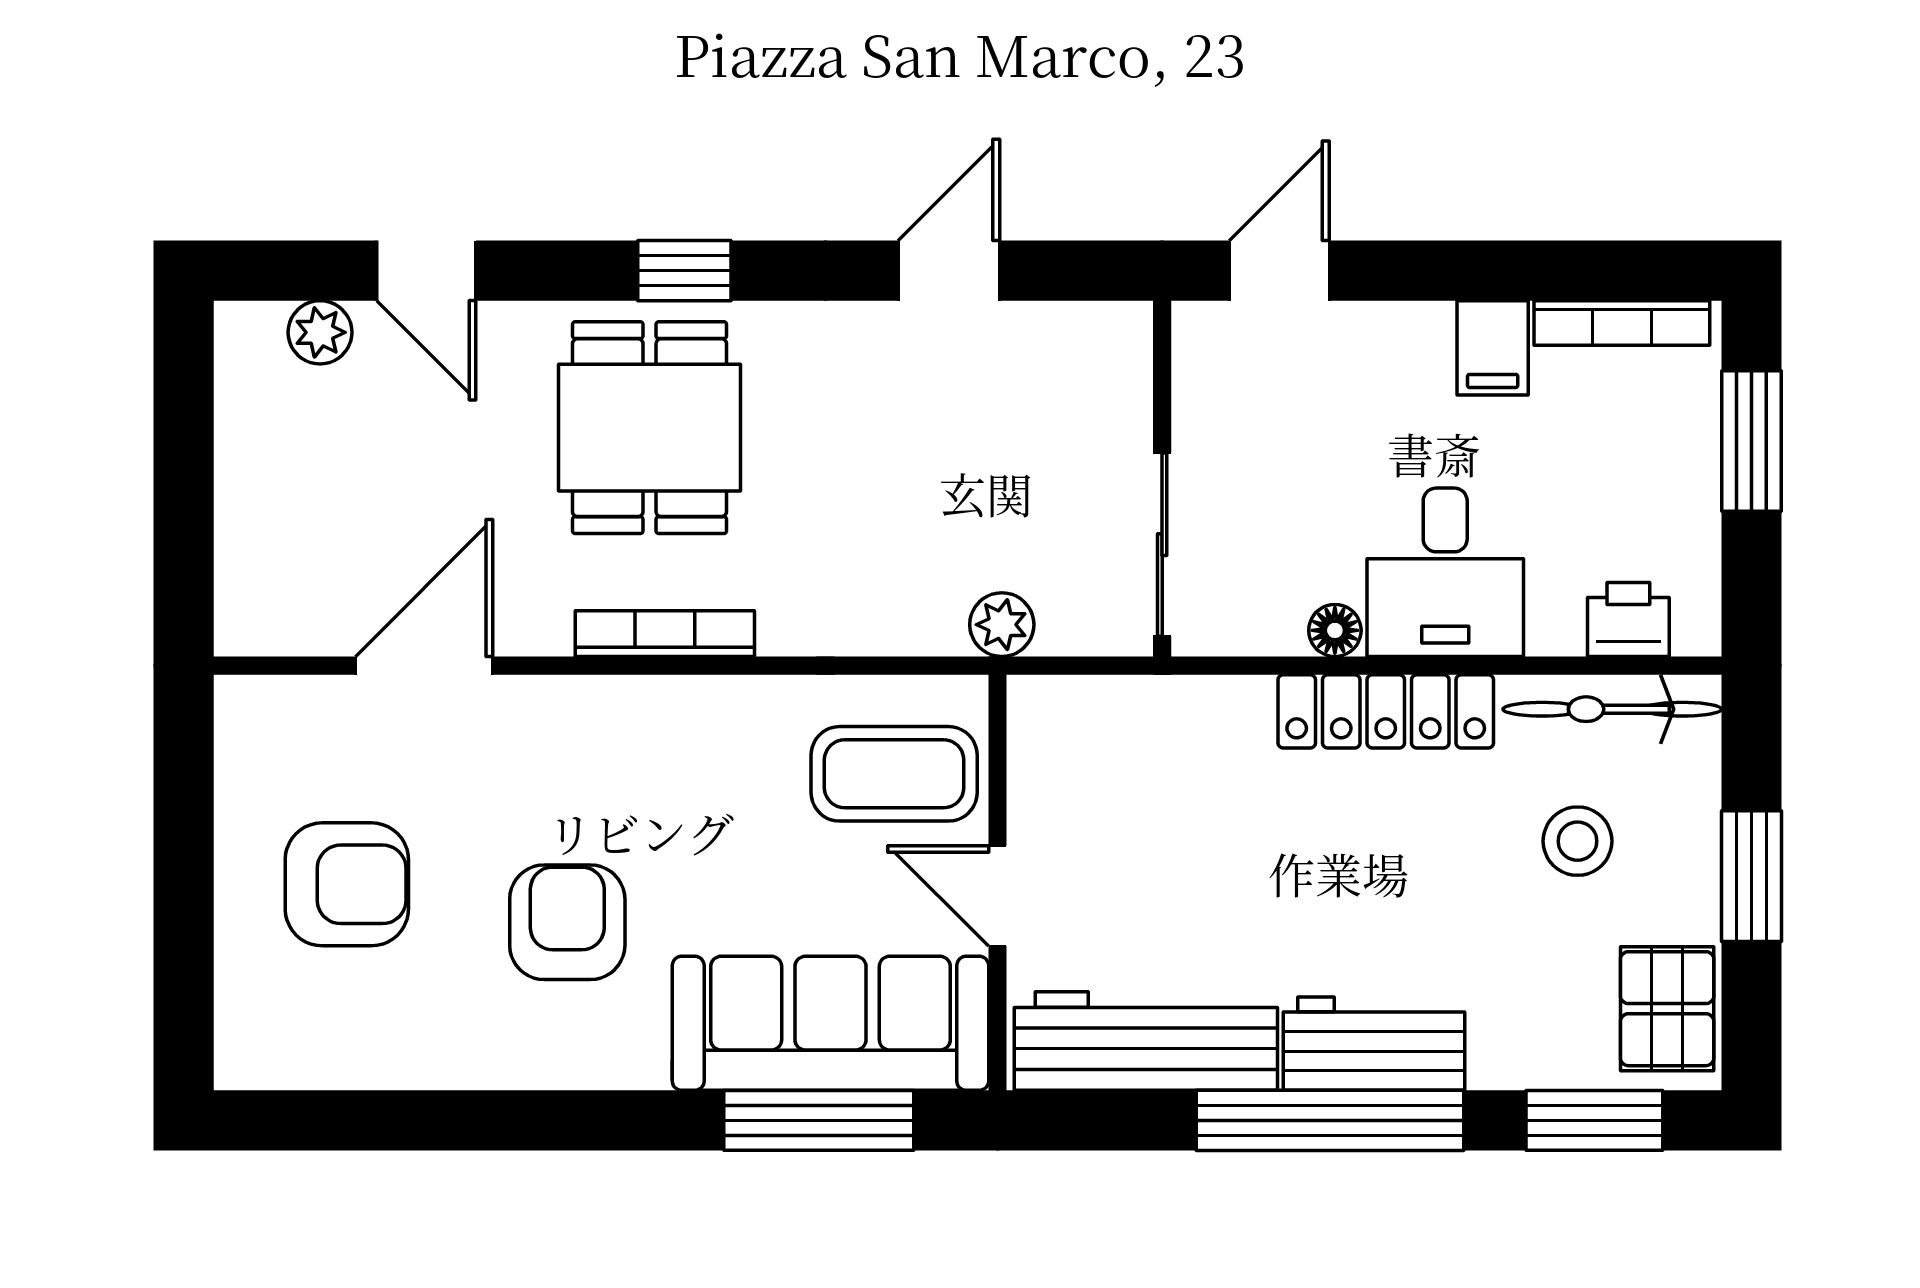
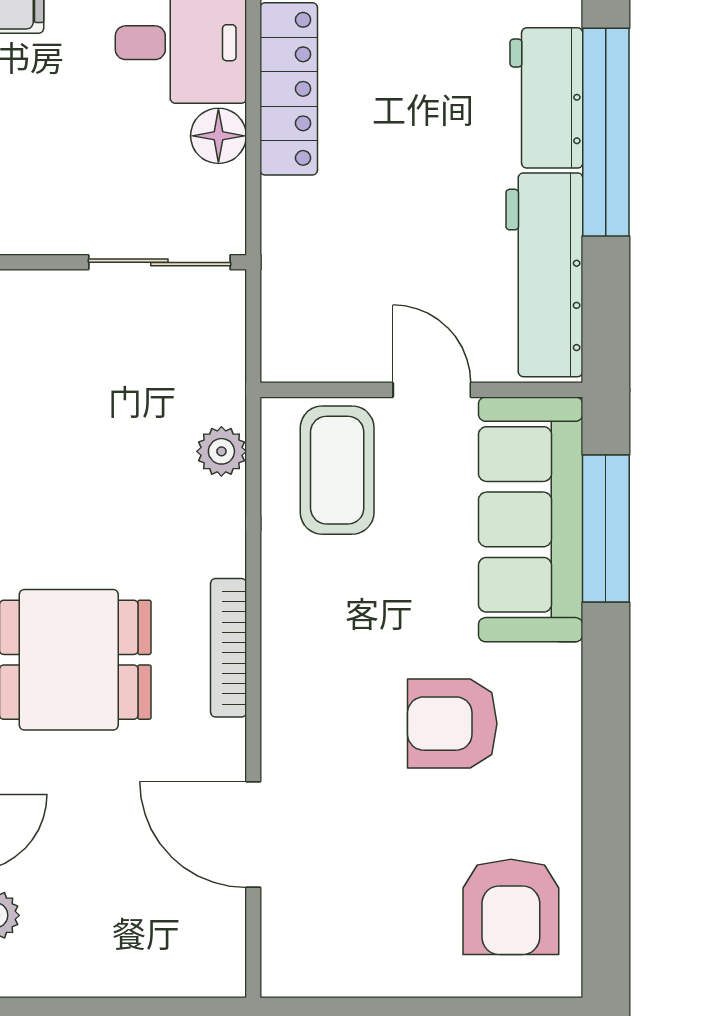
plant: (1002, 625) -> (221, 451), moved
floor lamp: (1335, 630) -> (218, 136), width x1.37, depth x1.37
armchair: (347, 884) -> (511, 907), moved, turned 180
door: (998, 896) -> (432, 390), swing flipped

